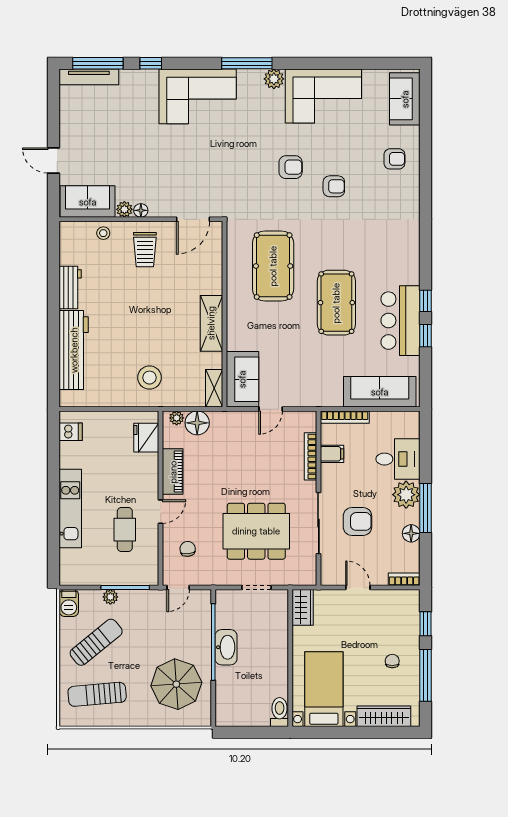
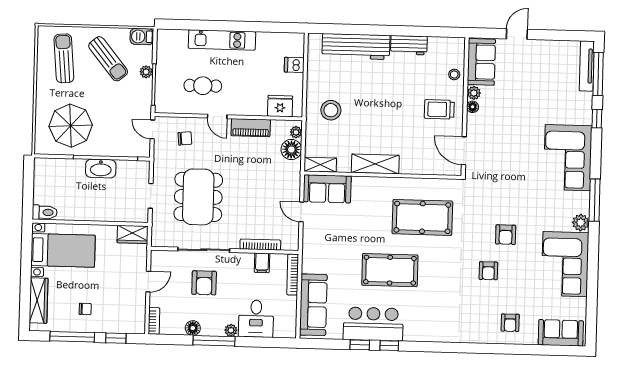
dishwasher: (71, 432) -> (294, 65), moved, turned 90
plant: (406, 495) -> (231, 330), width x0.53, depth x0.53

